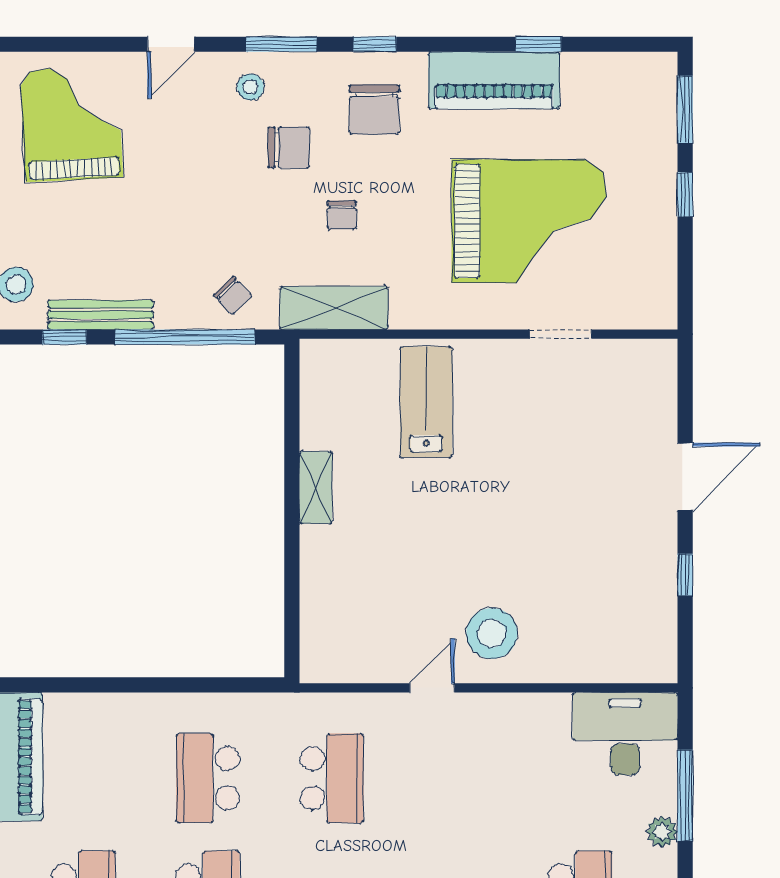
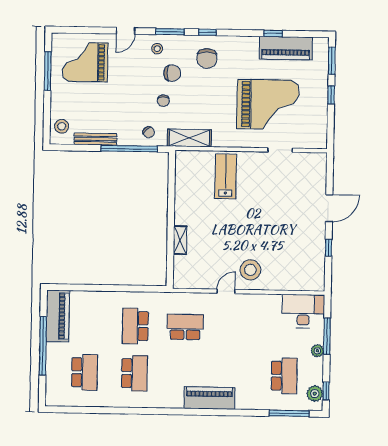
piano: (494, 80) -> (286, 48), moved
grand piano: (72, 124) -> (85, 62), turned -87
chair: (342, 215) -> (163, 101), moved
window: (65, 337) -> (81, 148), removed
shelving: (316, 488) -> (180, 240), moved
school desk: (332, 778) -> (185, 327), turned -90

